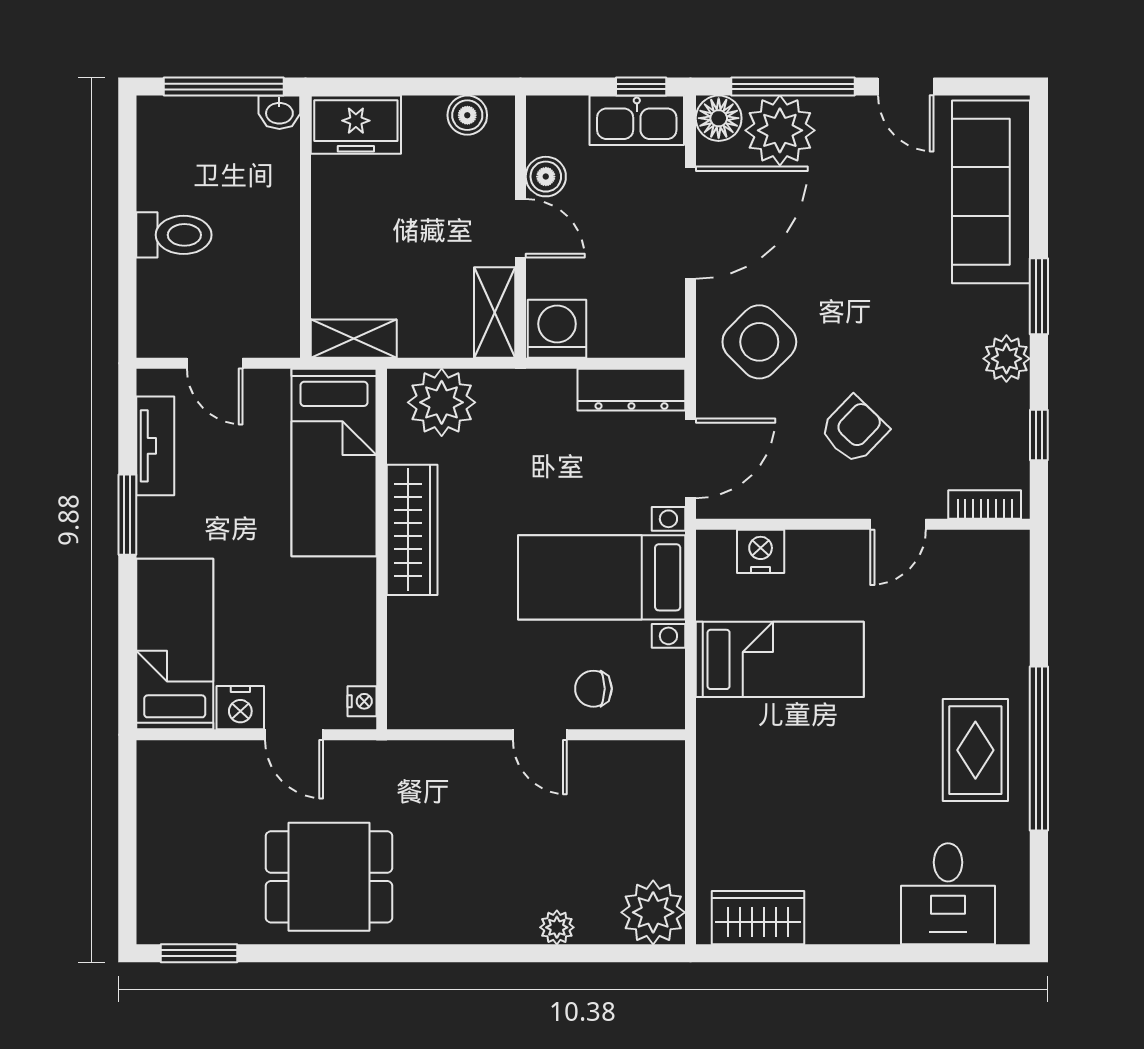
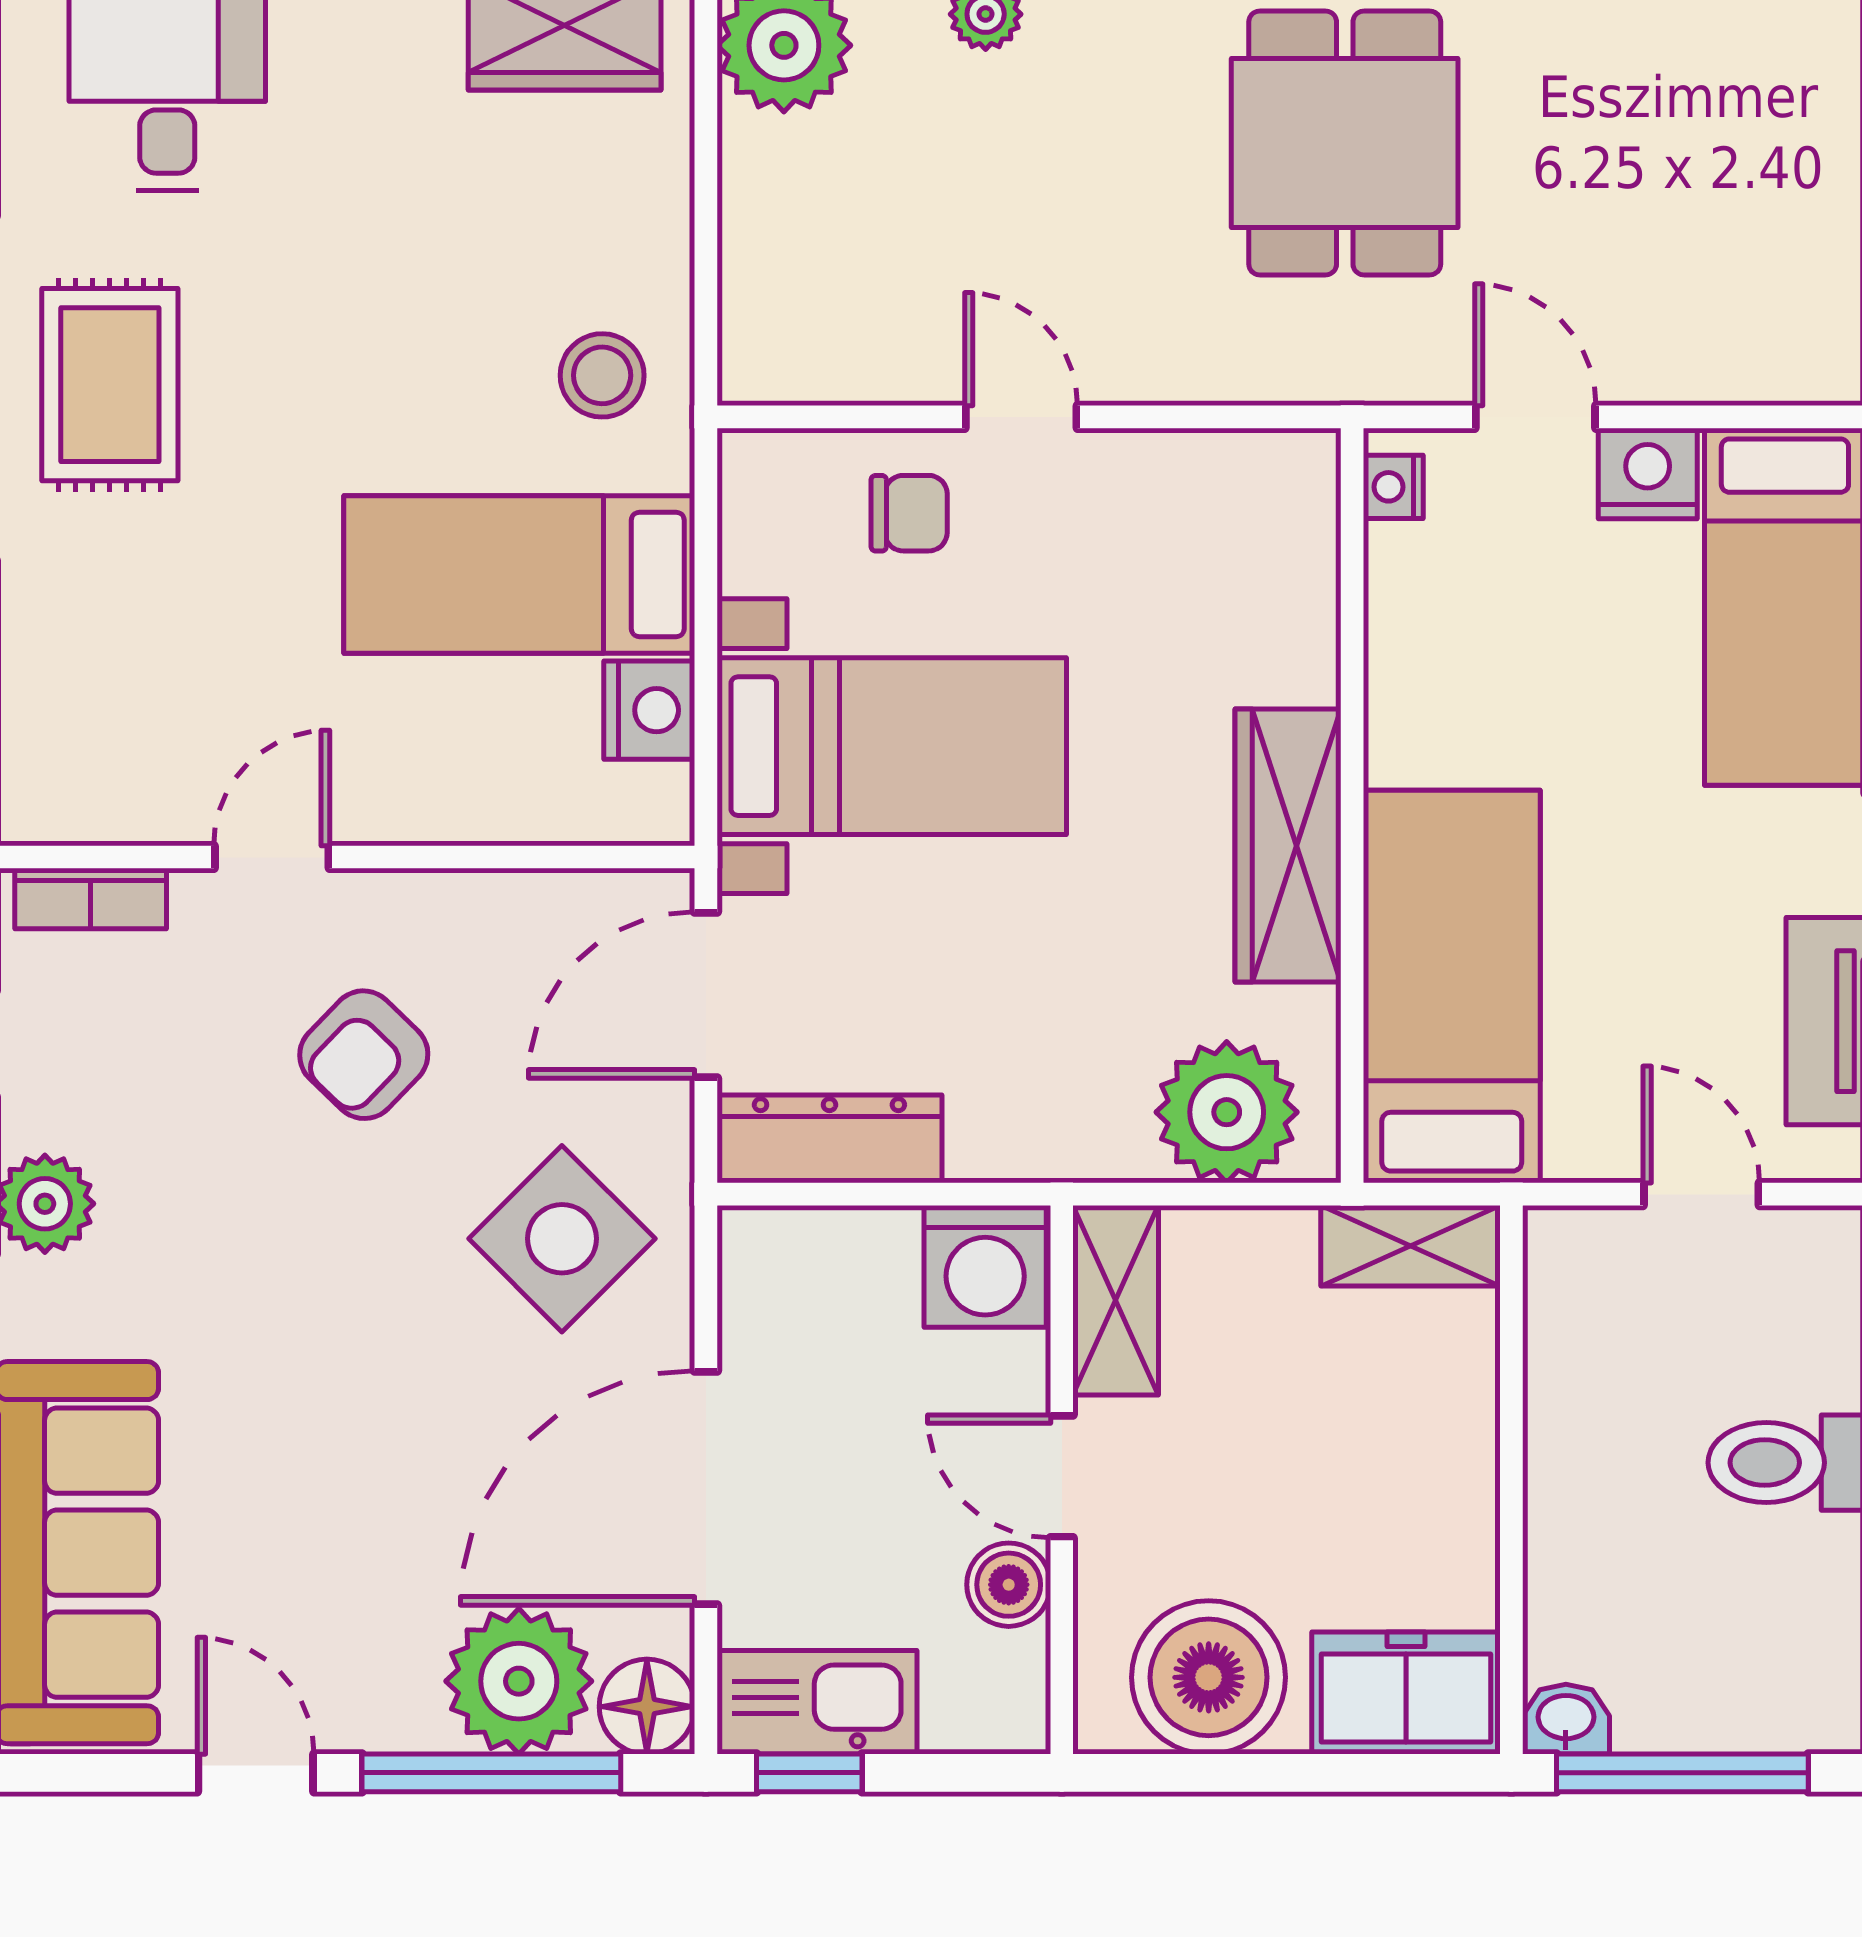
boiler: (467, 115) -> (1209, 1677), width x1.86, depth x1.86
nightstand: (761, 551) -> (649, 710), moved, turned -90
stool: (740, 755) -> (602, 375), added
dining table: (329, 877) -> (1345, 143), moved, turned 90

